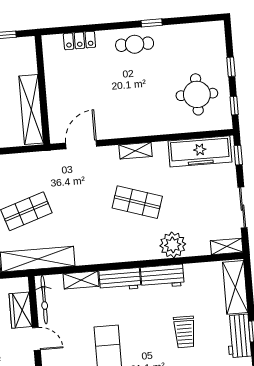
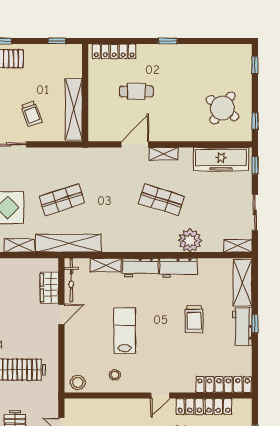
window: (152, 23) -> (168, 41), moved
locker: (79, 40) -> (114, 51), width x1.53
cafe table: (135, 44) -> (136, 91), moved
window: (231, 67) -> (255, 65), moved
round table: (197, 94) -> (223, 108), turned 35
door: (81, 145) -> (135, 144), moved
door: (36, 339) -> (61, 314), hinge flipped

